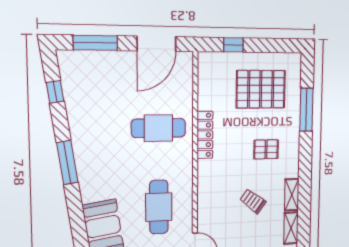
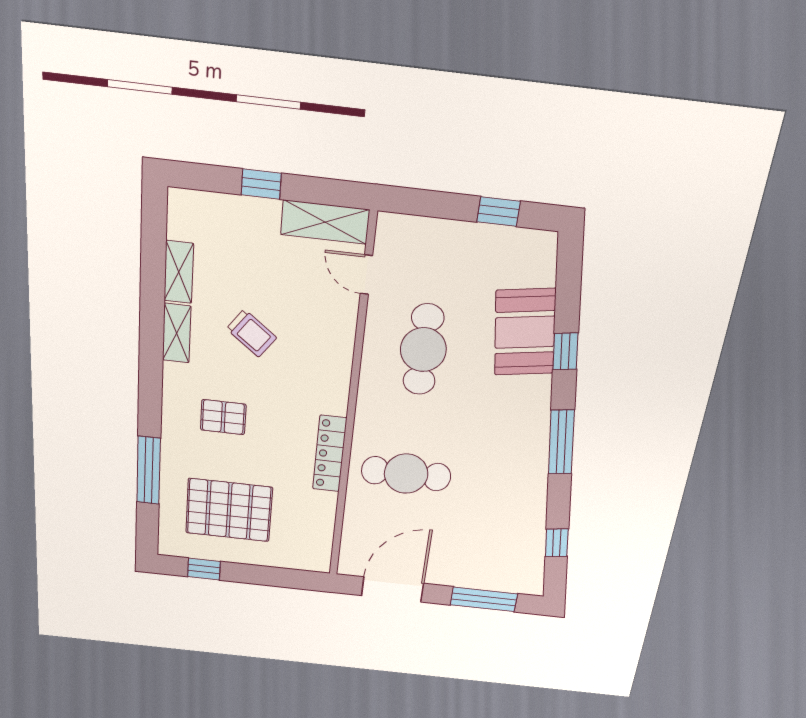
window: (233, 45) -> (204, 569), moved
window: (77, 219) -> (565, 351), added

